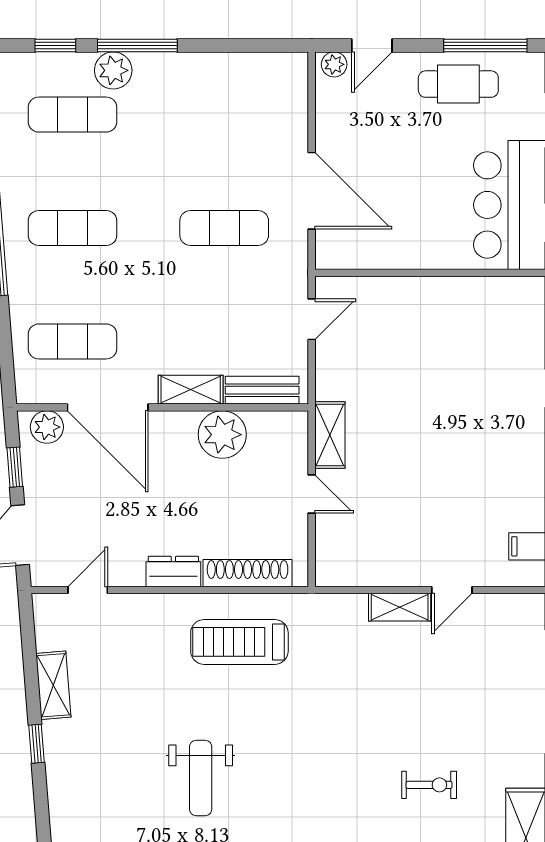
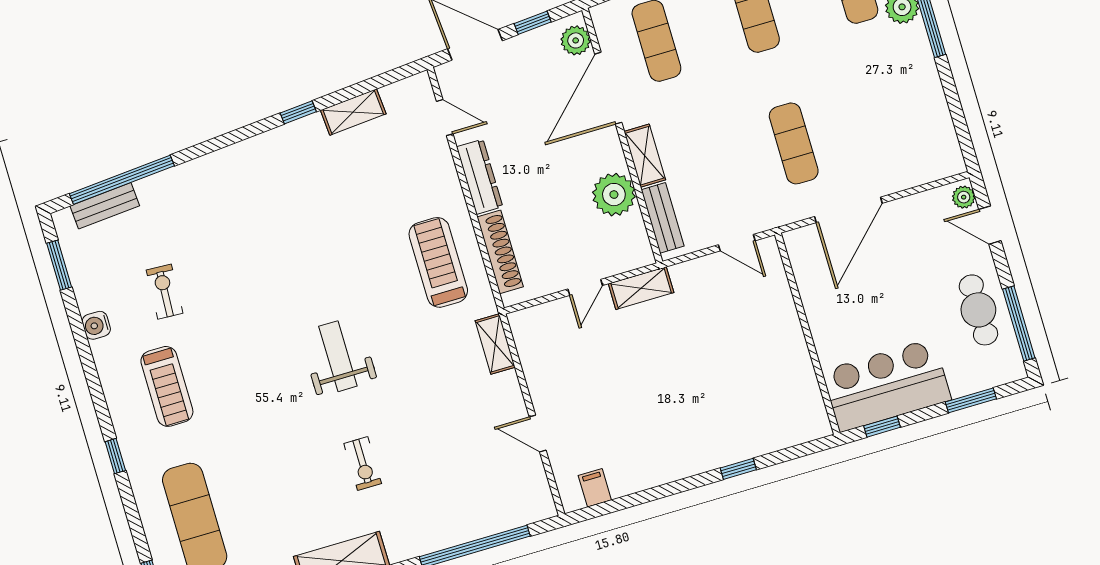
dresser: (173, 571) -> (480, 177), width x1.44
shelving: (400, 607) -> (495, 344), moved
weight bench: (201, 778) -> (338, 356), moved, turned 90

